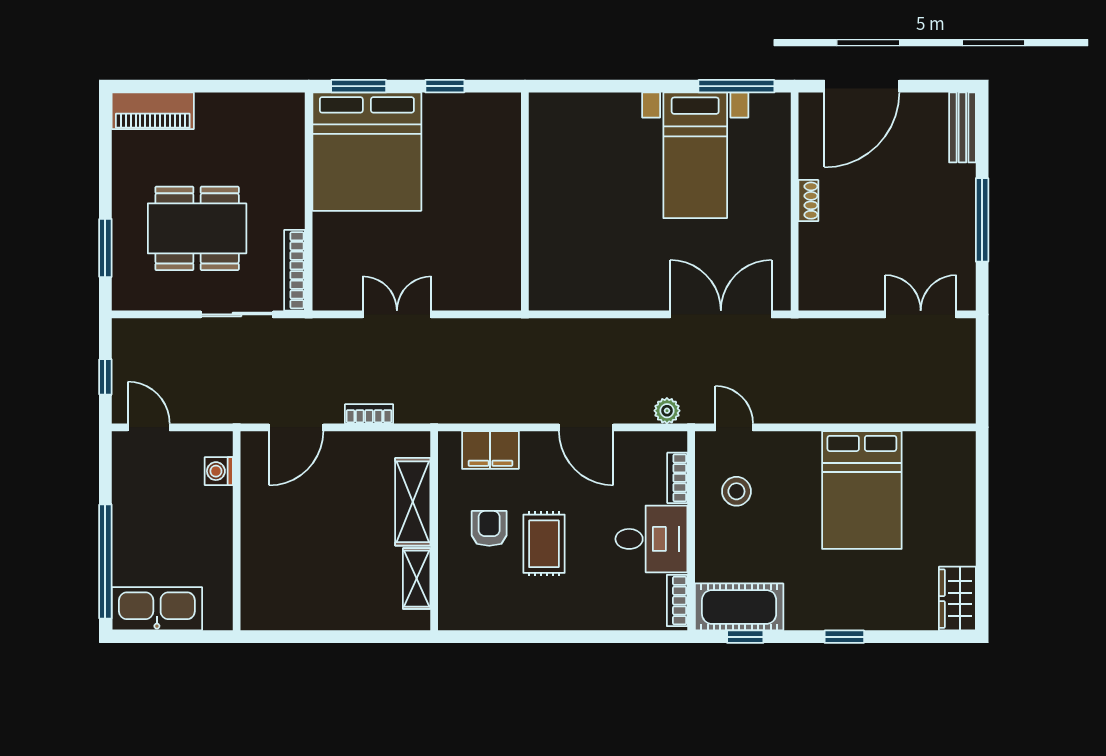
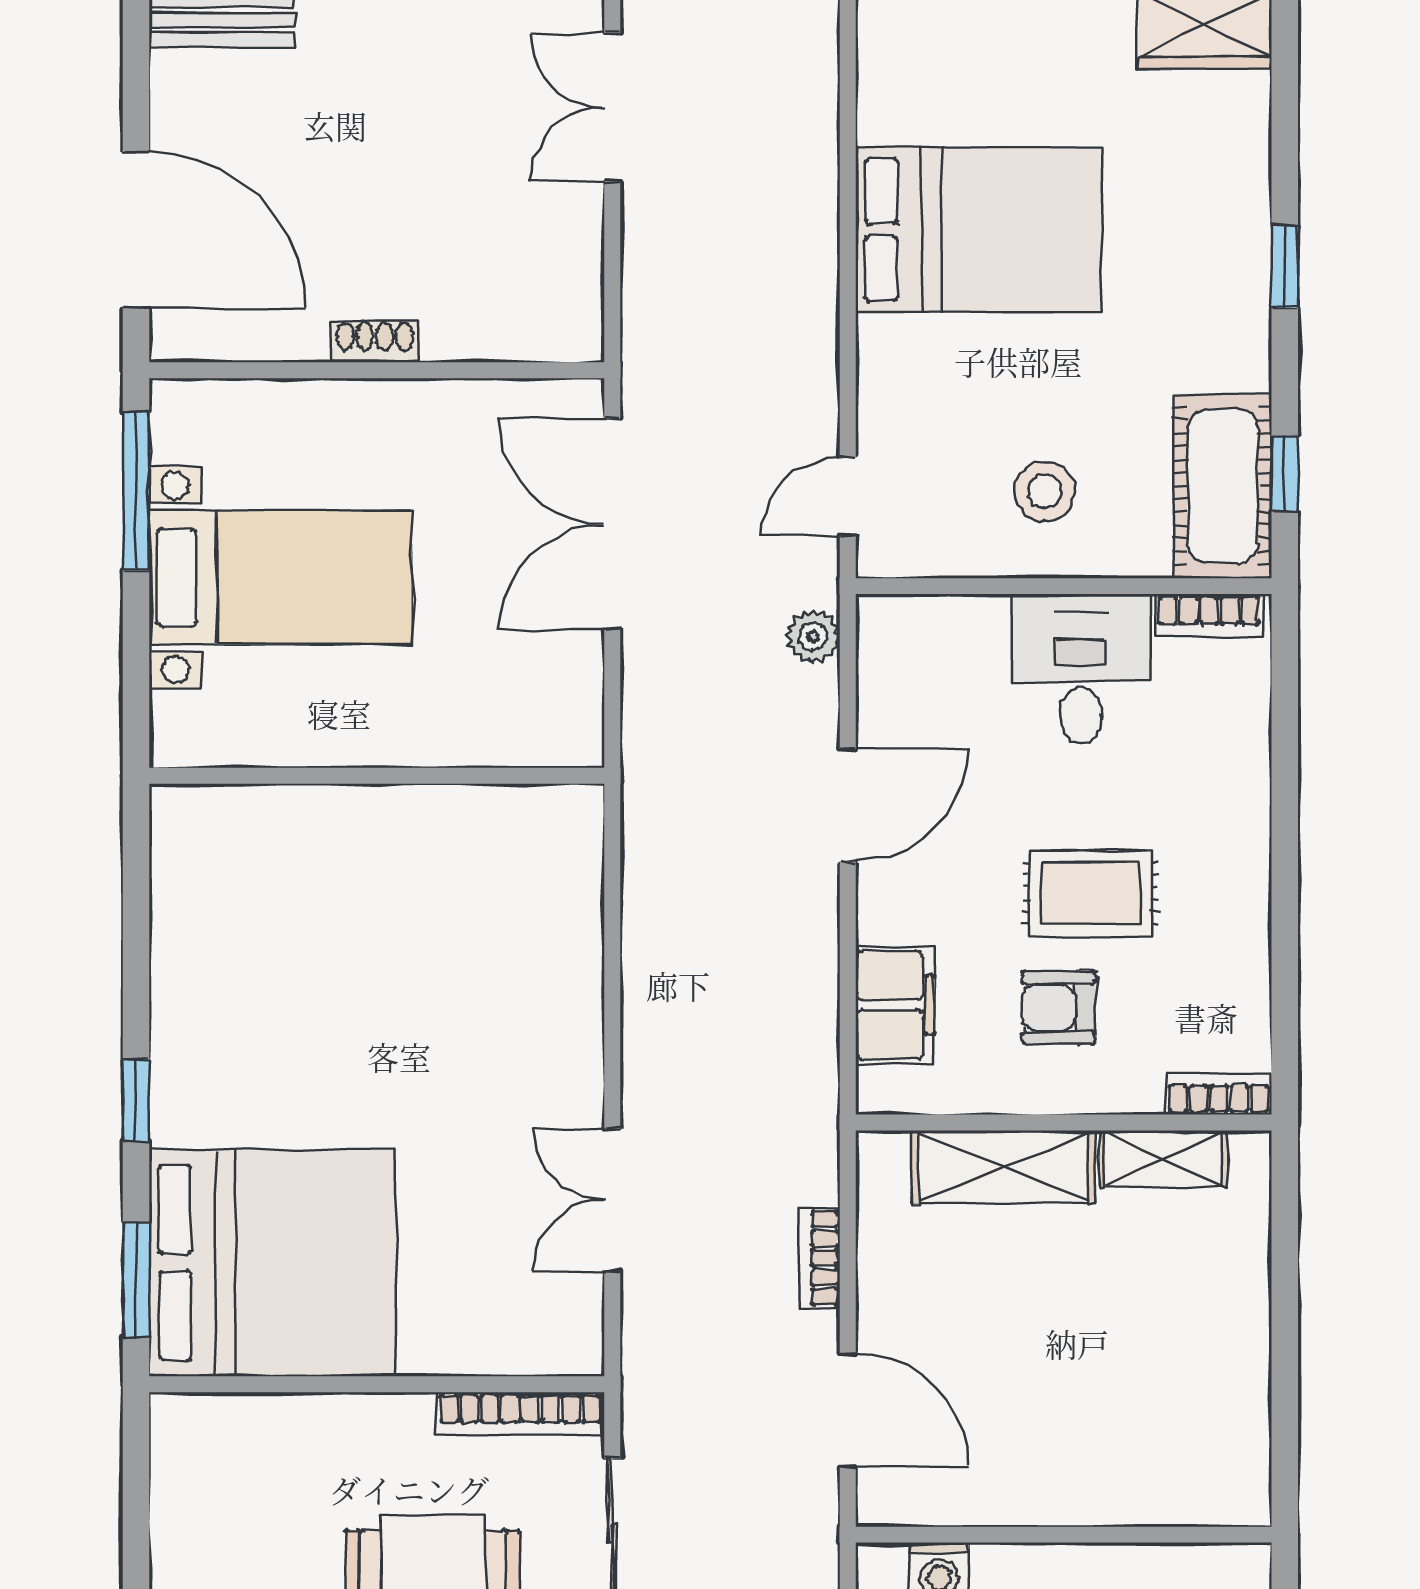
wall: (525, 202) -> (377, 776), moved
bookcase: (677, 478) -> (1219, 1094), moved, turned 180
stool: (736, 491) -> (1044, 492), moved

